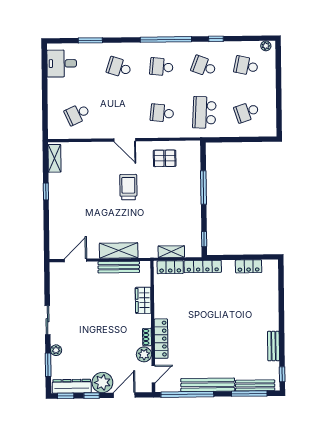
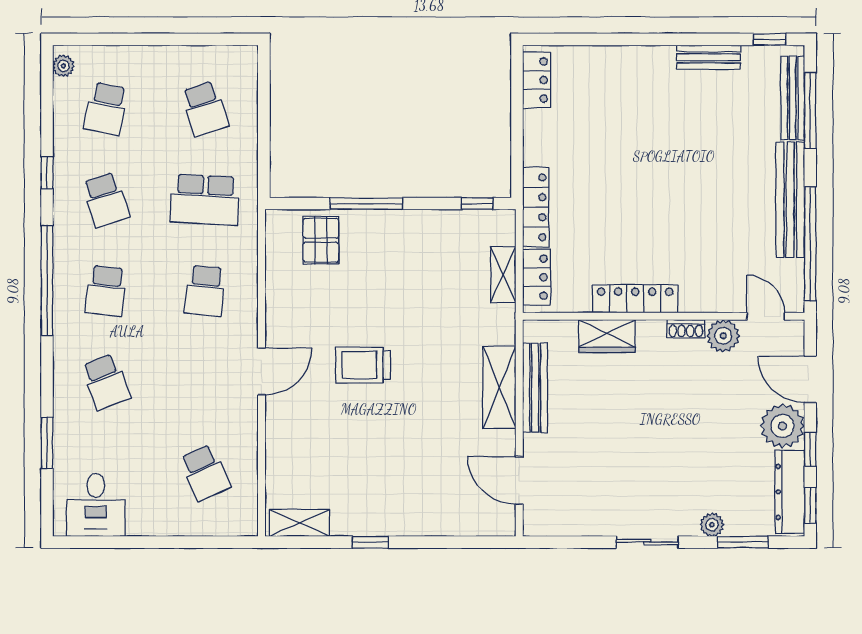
school desk: (204, 66) -> (106, 200), turned -39
school desk: (119, 67) -> (106, 382), turned -39
pallet: (165, 158) -> (321, 240), moved
locker: (249, 266) -> (537, 80), moved
locker: (161, 339) -> (635, 299), moved

